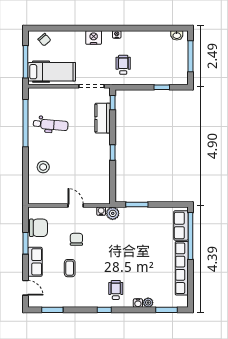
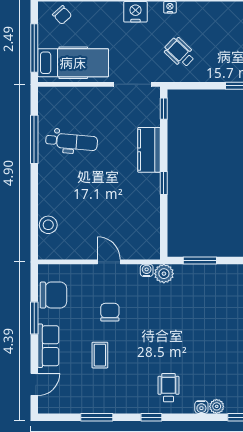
wheelchair: (123, 65) -> (180, 52), turned -46
kitchen counter: (103, 118) -> (149, 150), moved
window: (26, 123) -> (34, 139), width x0.68
stool: (43, 167) -> (48, 225), moved
door: (26, 288) -> (34, 384), hinge flipped
window: (52, 310) -> (97, 417), moved

